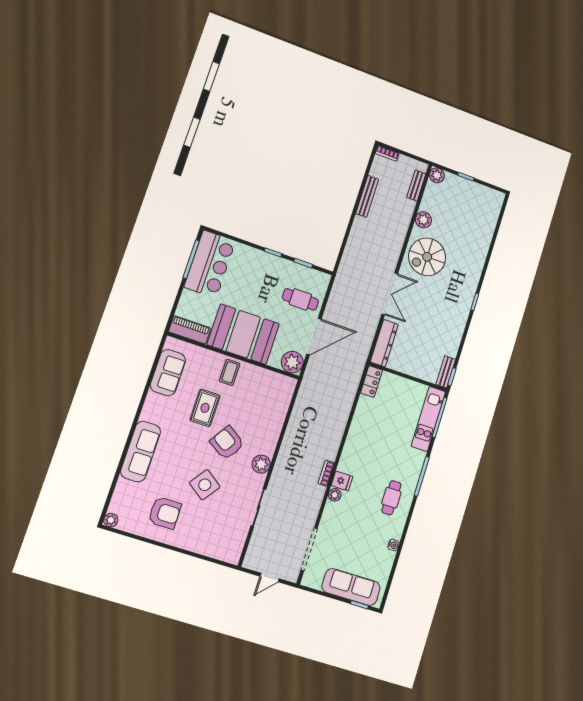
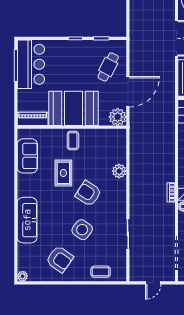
cafe table: (300, 299) -> (108, 67), turned -63
plant: (261, 464) -> (119, 171), moved
armchair: (165, 513) -> (60, 259), turned 35
coffee table: (210, 544) -> (101, 272), added

